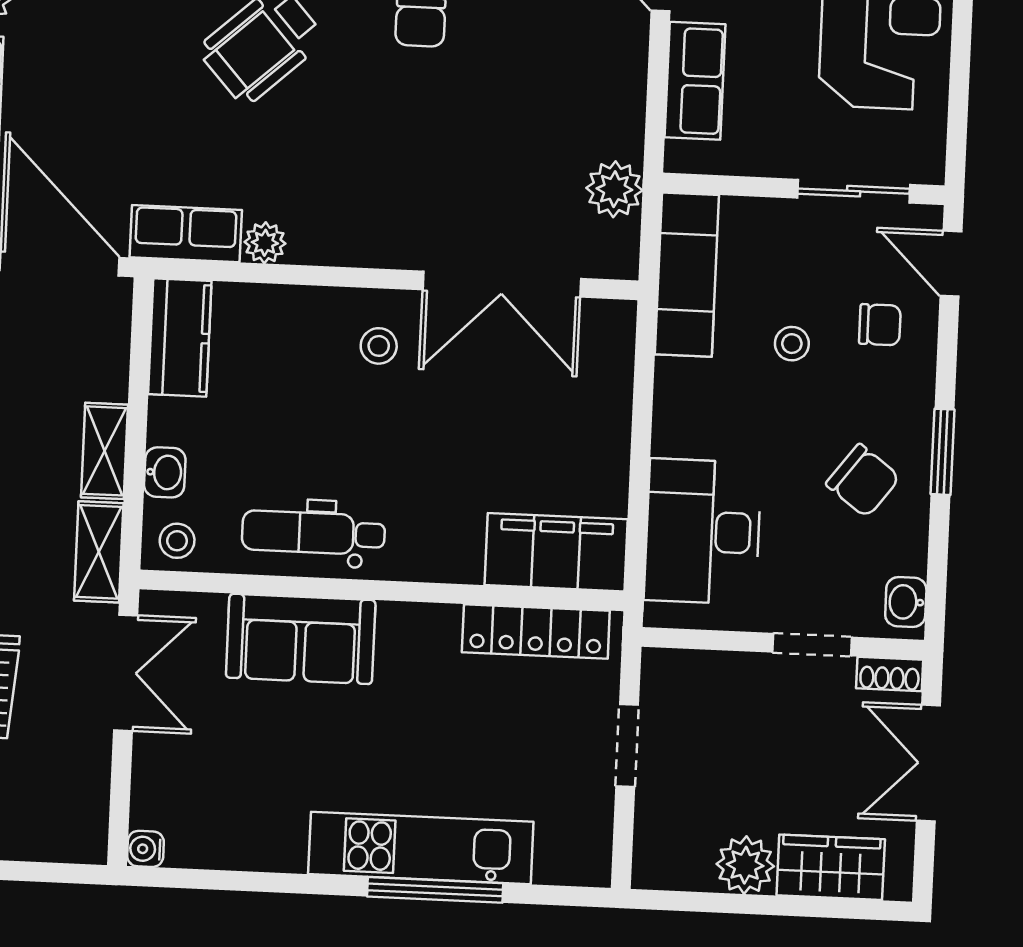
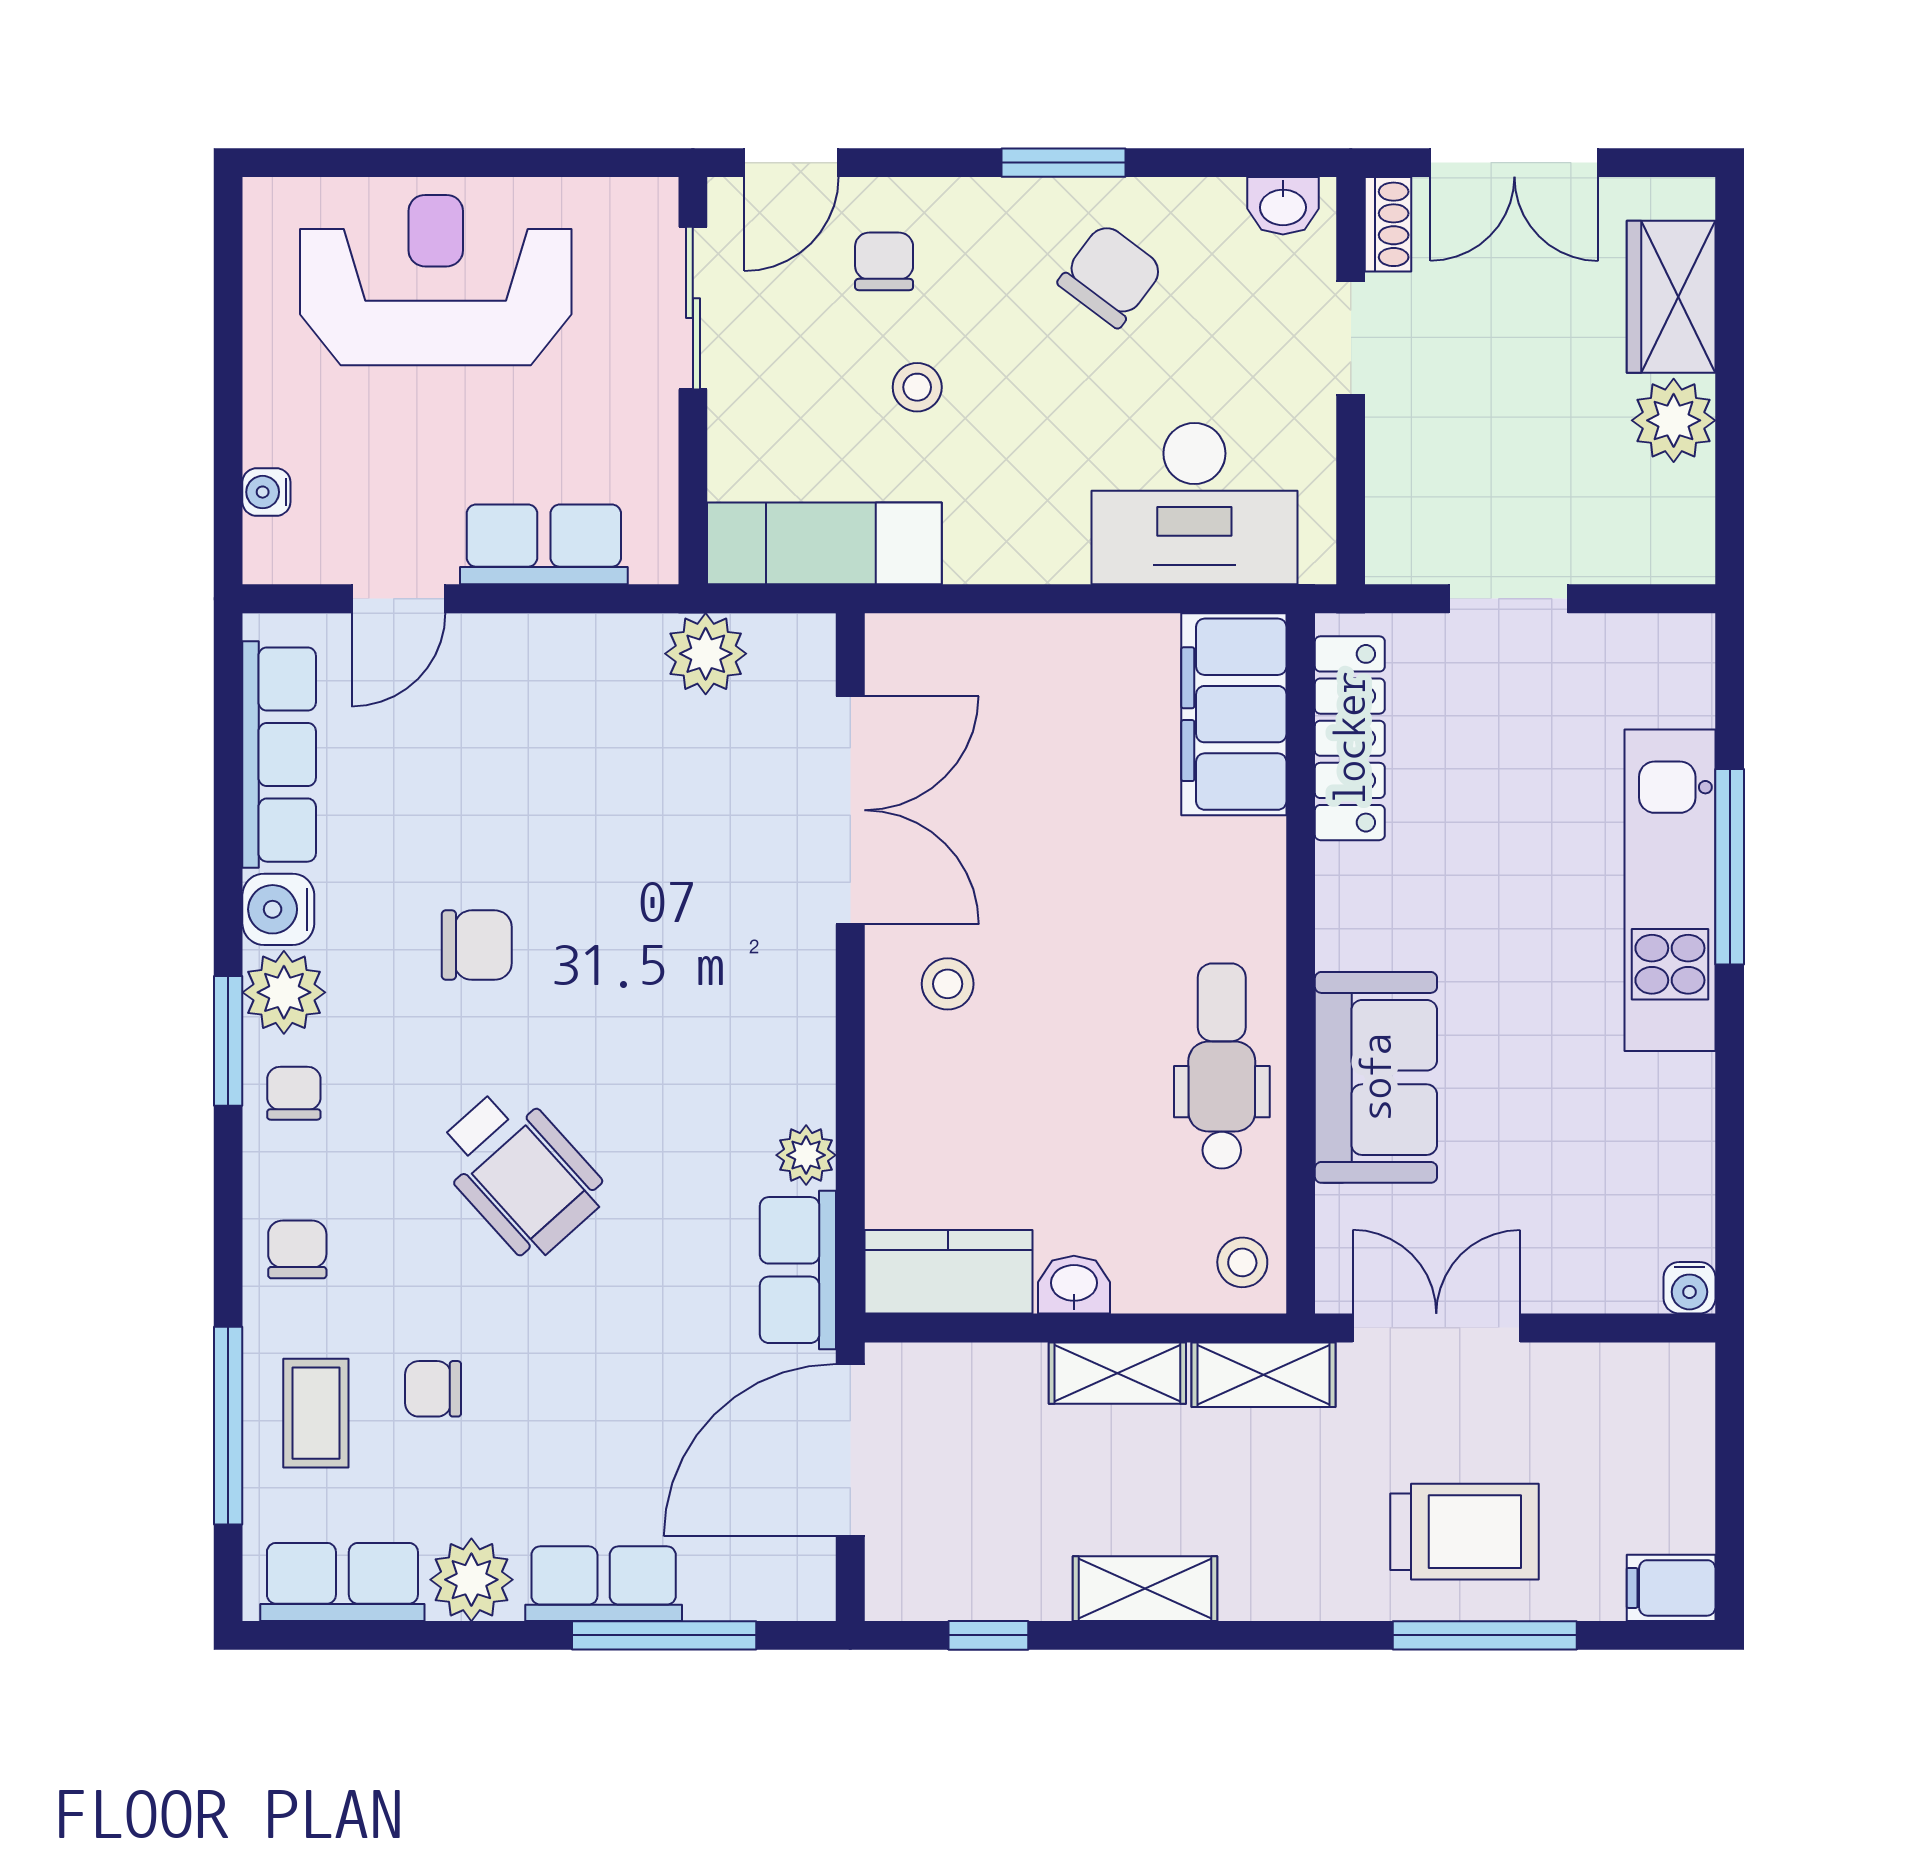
washbasin: (165, 472) -> (1074, 1285), moved
dental chair: (313, 533) -> (1222, 1066), turned 180

